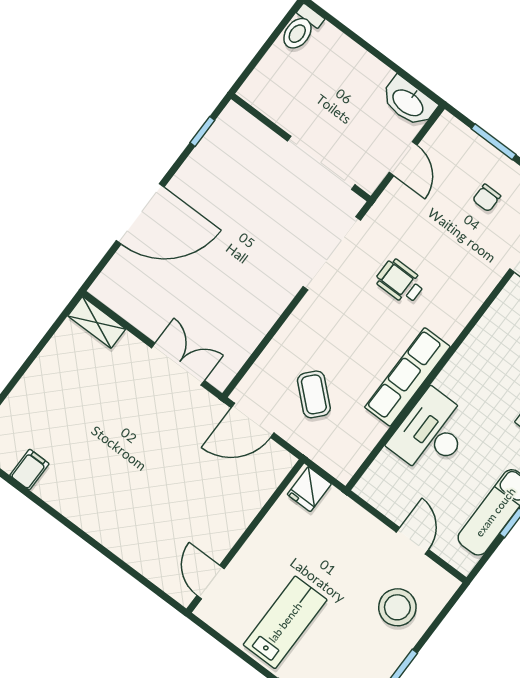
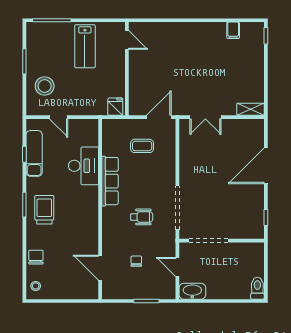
chair: (487, 198) -> (136, 261), moved
coffee table: (314, 394) -> (142, 146), turned -42

